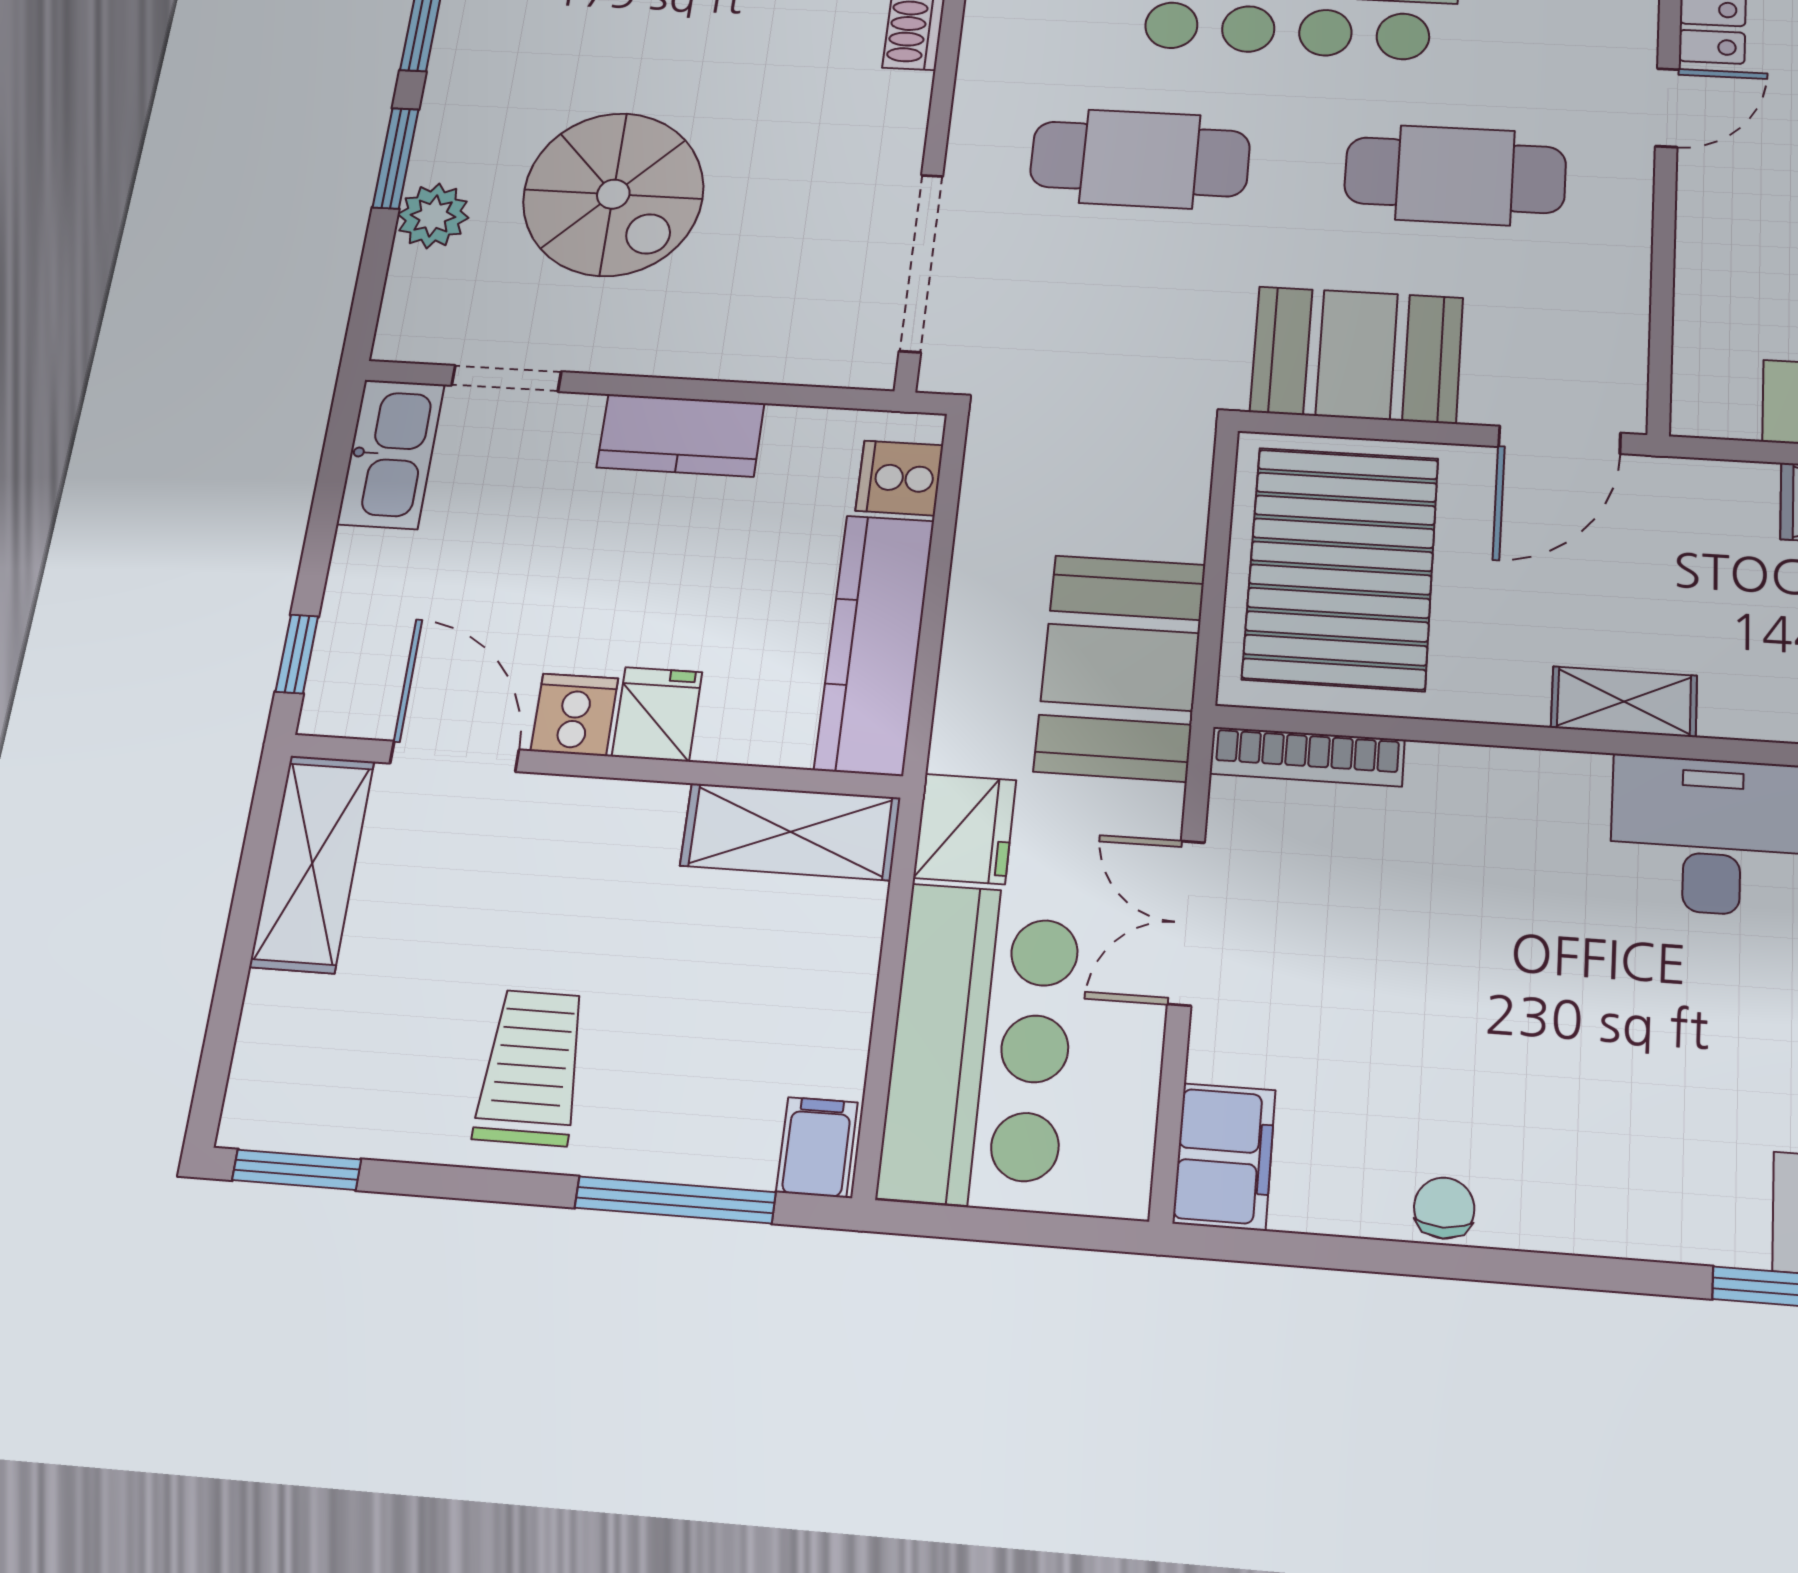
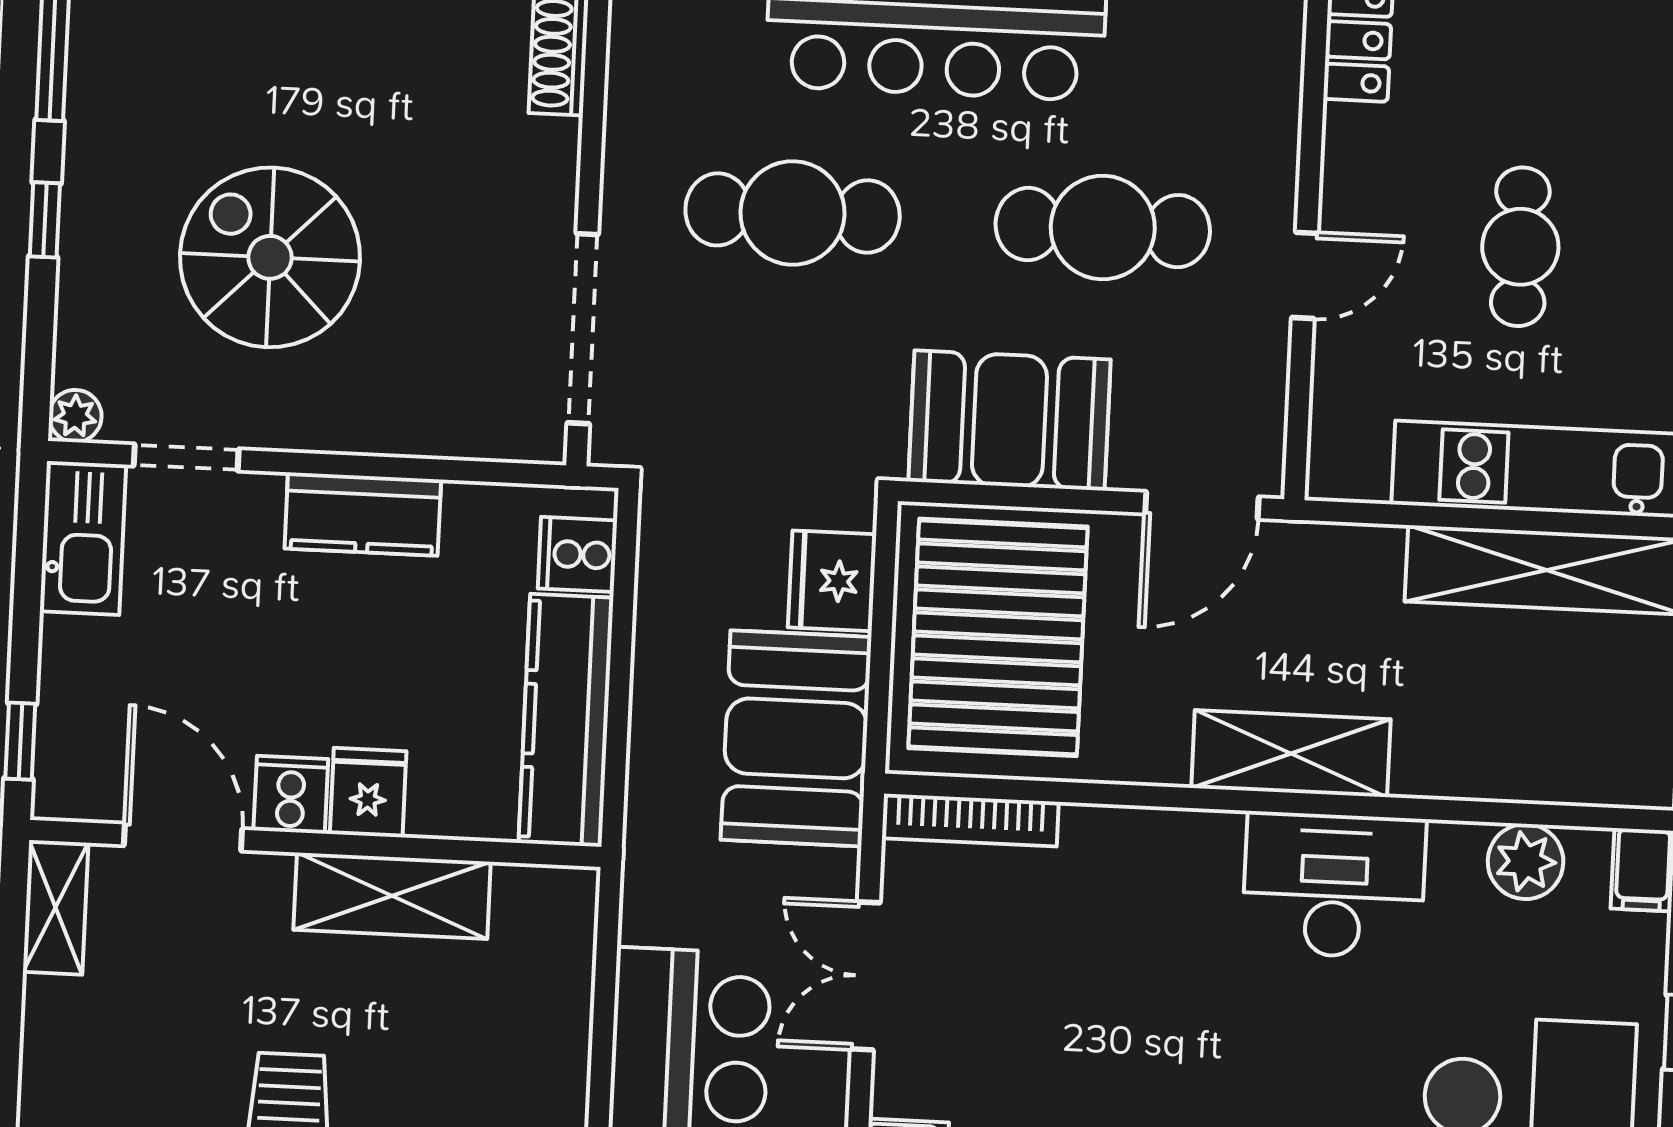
door: (1667, 108) -> (1305, 275), moved
window: (396, 158) -> (45, 220), width x0.67
spiral stairs: (613, 194) -> (270, 257), turned 180
plant: (433, 216) -> (75, 416), moved, width x0.73, depth x0.73
shelving: (1624, 702) -> (1291, 754), width x1.50, depth x1.33
fridge: (965, 829) -> (832, 581), moved, turned 180
shelving: (790, 832) -> (392, 896), moved
shelving: (312, 863) -> (56, 907), width x0.67, depth x0.75

